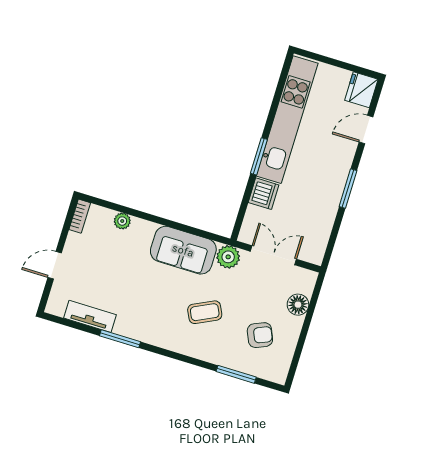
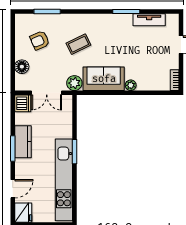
dishwasher: (264, 194) -> (23, 103), moved, turned 180
kitchen counter: (330, 194) -> (23, 142), added
plant: (122, 221) -> (131, 85), moved

